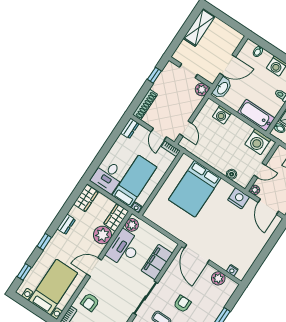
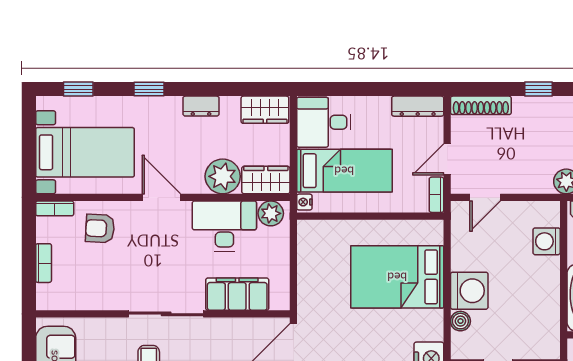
dresser: (130, 128) -> (418, 106), width x1.44
washing machine: (258, 142) -> (469, 291), moved, turned 180

